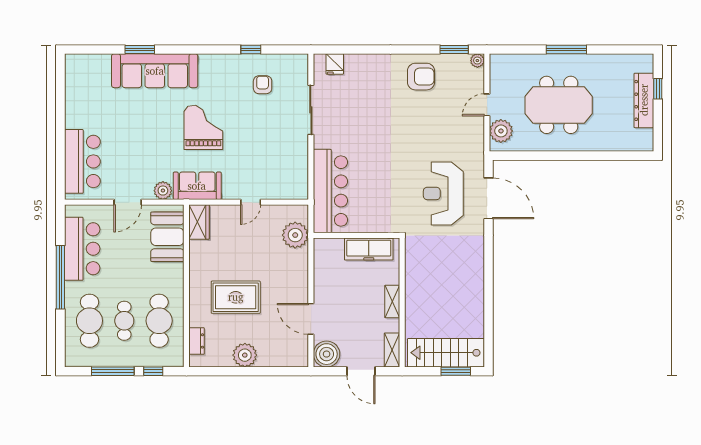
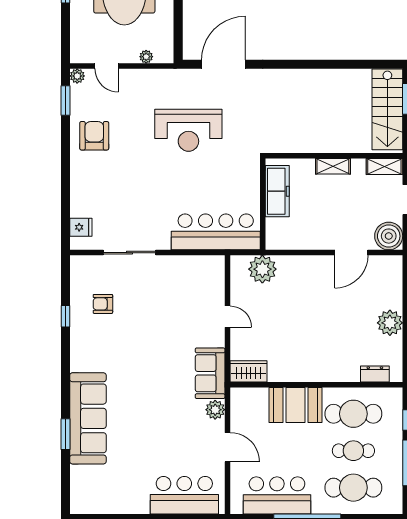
door: (487, 105) -> (107, 66), moved
grand piano: (203, 127) -> (148, 367), removed
plant: (501, 131) -> (146, 57), width x0.53, depth x0.53
reception desk: (443, 193) -> (188, 130), moved
booth: (167, 237) -> (295, 405), moved
rug: (236, 297) -> (328, 332), removed

